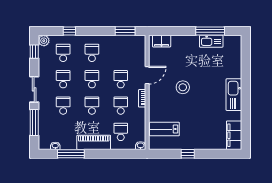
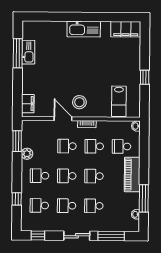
plant: (44, 41) -> (27, 154), moved
stool: (183, 87) -> (79, 102), moved

